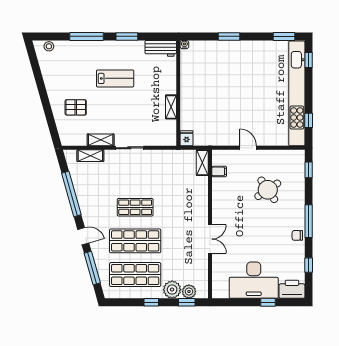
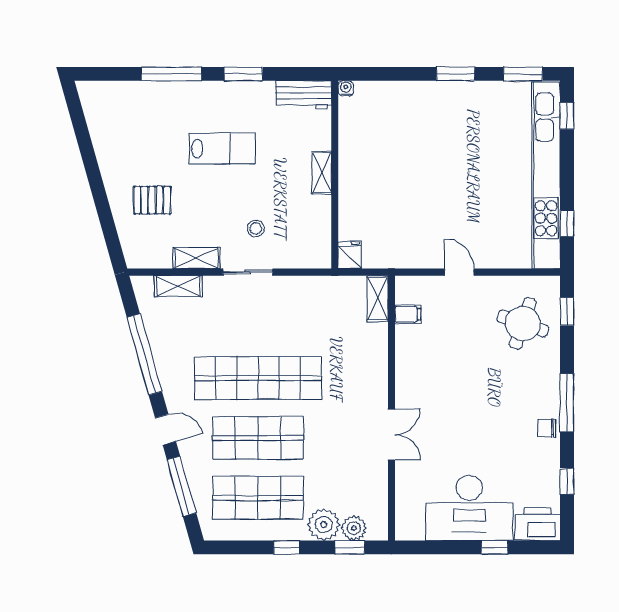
window: (229, 36) -> (455, 74), moved
stool: (49, 46) -> (256, 229), moved
shelving: (171, 107) -> (322, 172), moved
round table: (268, 190) -> (523, 324), moved, turned -37
shop shelf: (135, 207) -> (258, 378), width x2.00, depth x1.36

